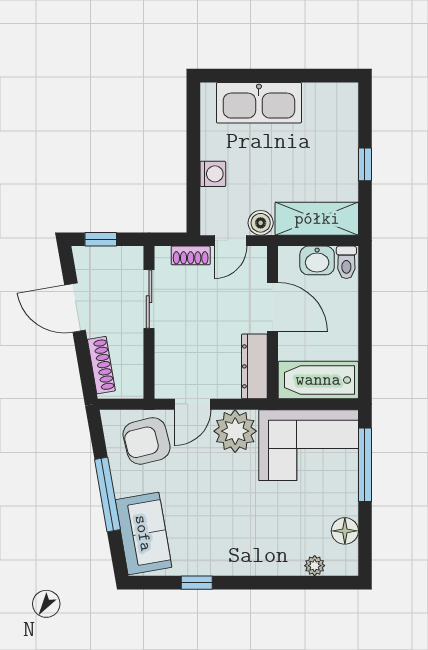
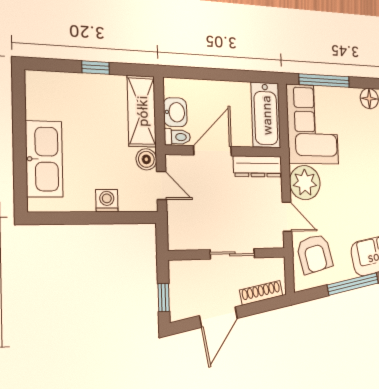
shoe rack: (191, 255) -> (174, 220), removed
toilet: (346, 262) -> (177, 137), moved
sliding door: (149, 299) -> (232, 254), moved

